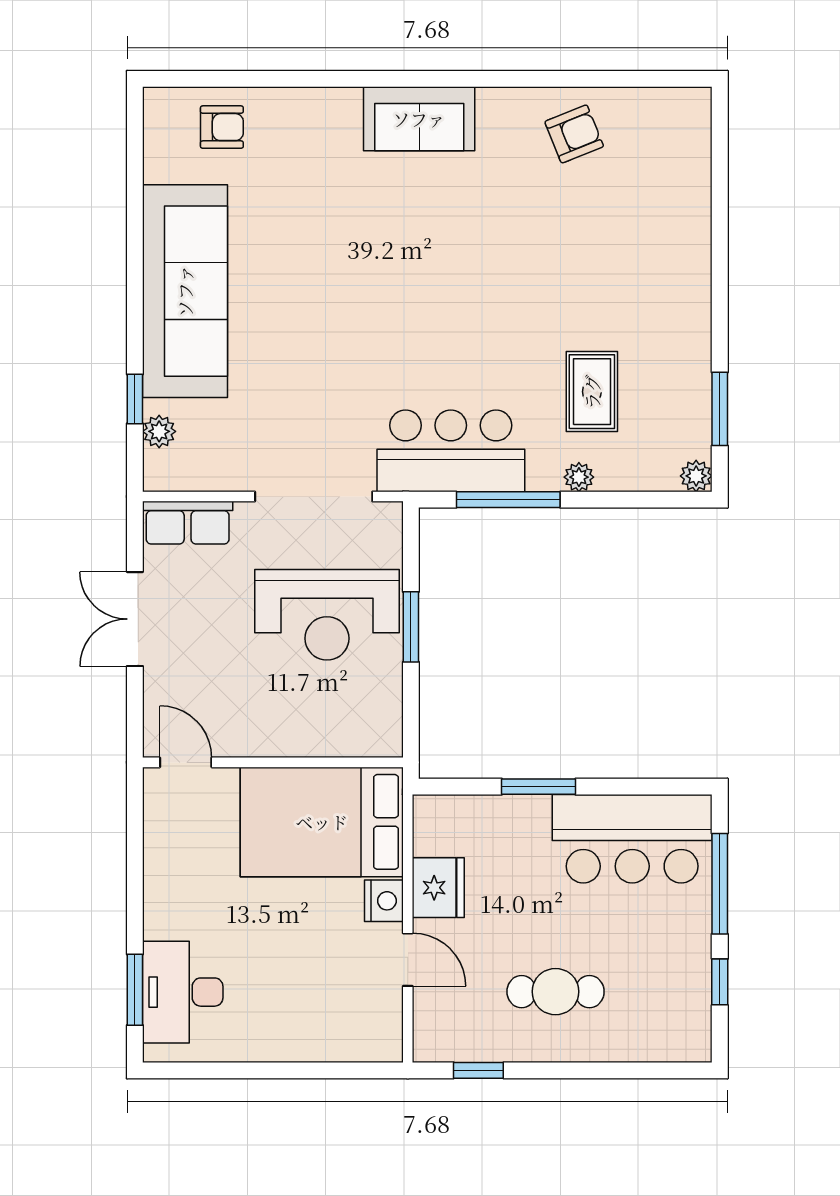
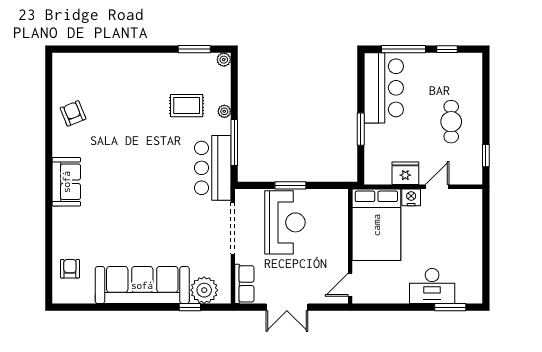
plant: (159, 431) -> (204, 290), width x1.88, depth x1.88
desk: (183, 992) -> (432, 286), moved

